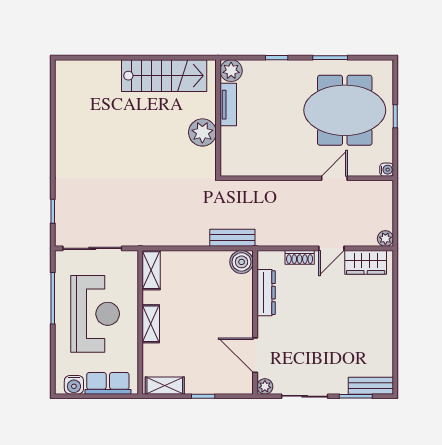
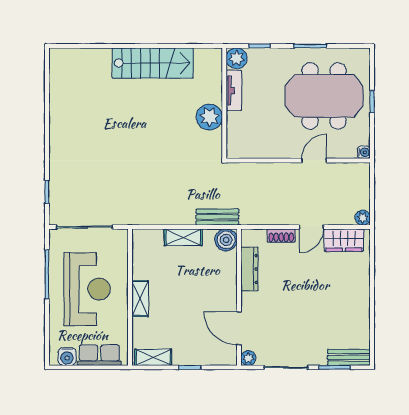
plant: (231, 71) -> (237, 58), moved
tv unit: (228, 105) -> (234, 90), moved
wall: (218, 118) -> (224, 103), moved
plant: (202, 132) -> (209, 117), moved
shelving: (151, 270) -> (183, 237), moved, turned 90

